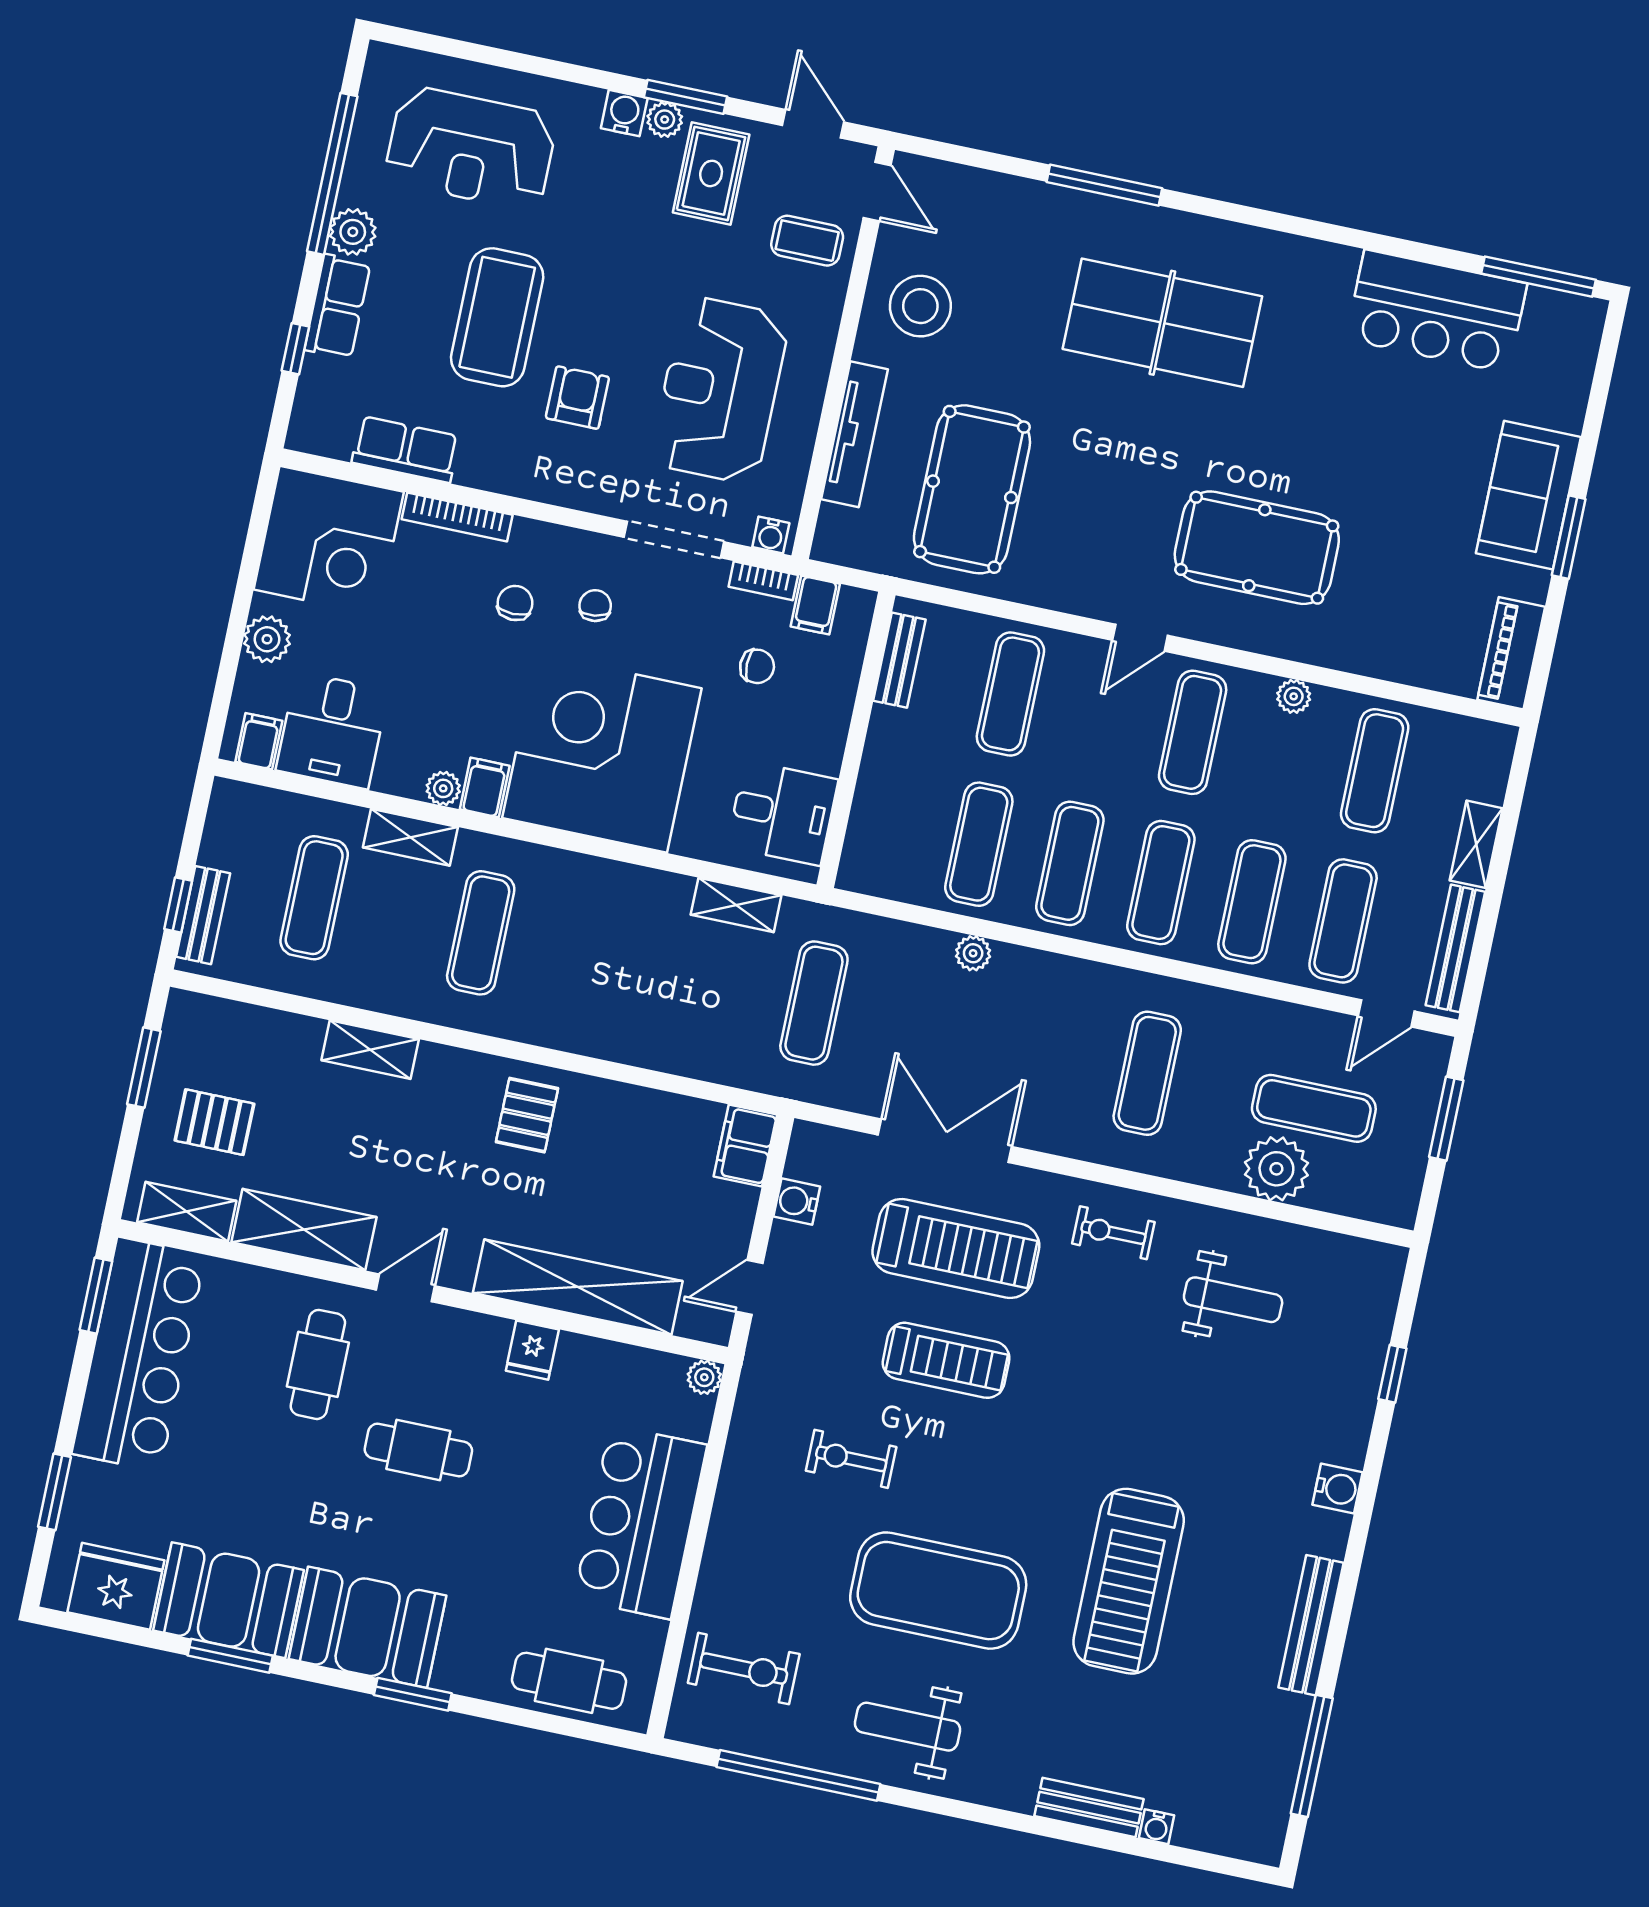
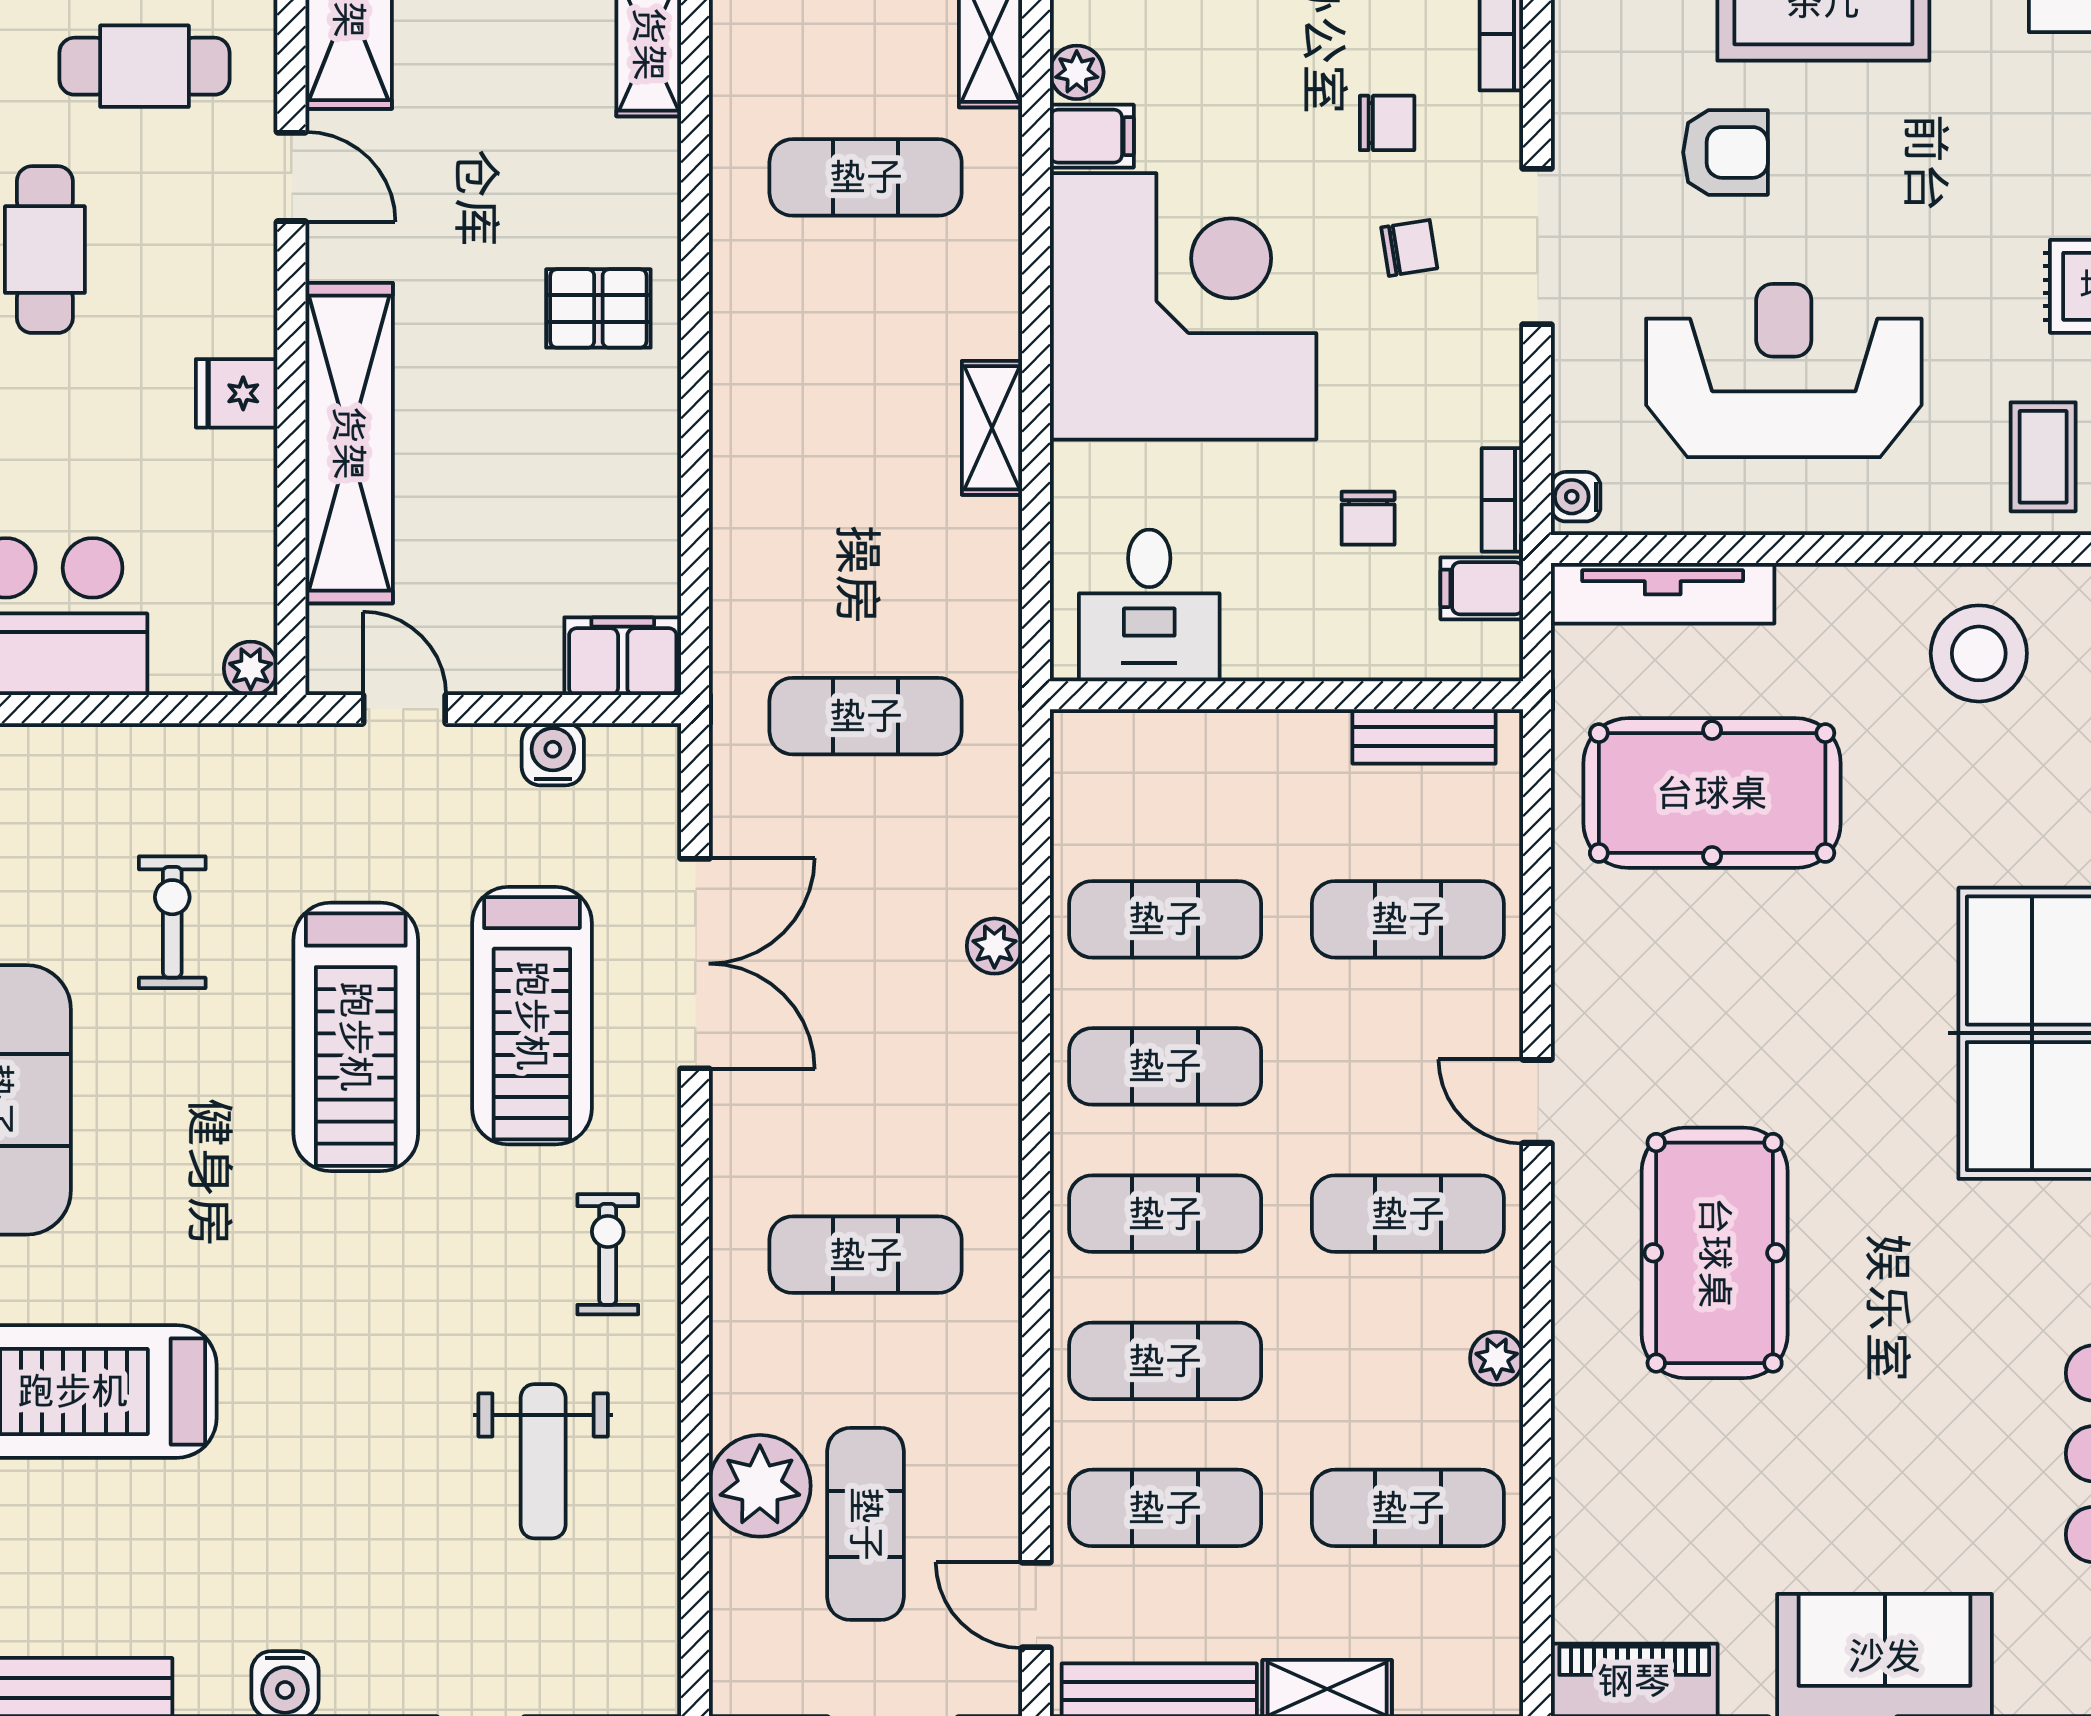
tv unit: (854, 434) -> (1663, 593), moved
doorway: (674, 540) -> (1537, 247), moved
shelving: (736, 905) -> (992, 428), moved
treadmill: (946, 1360) -> (356, 1037), width x1.37, depth x1.38

